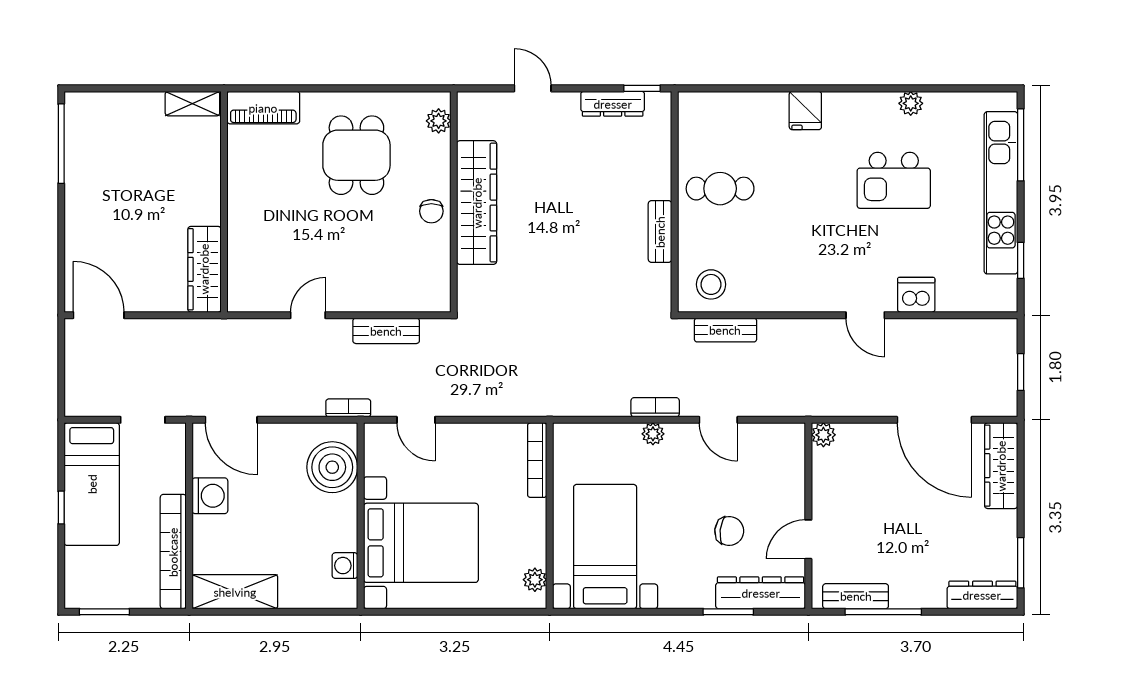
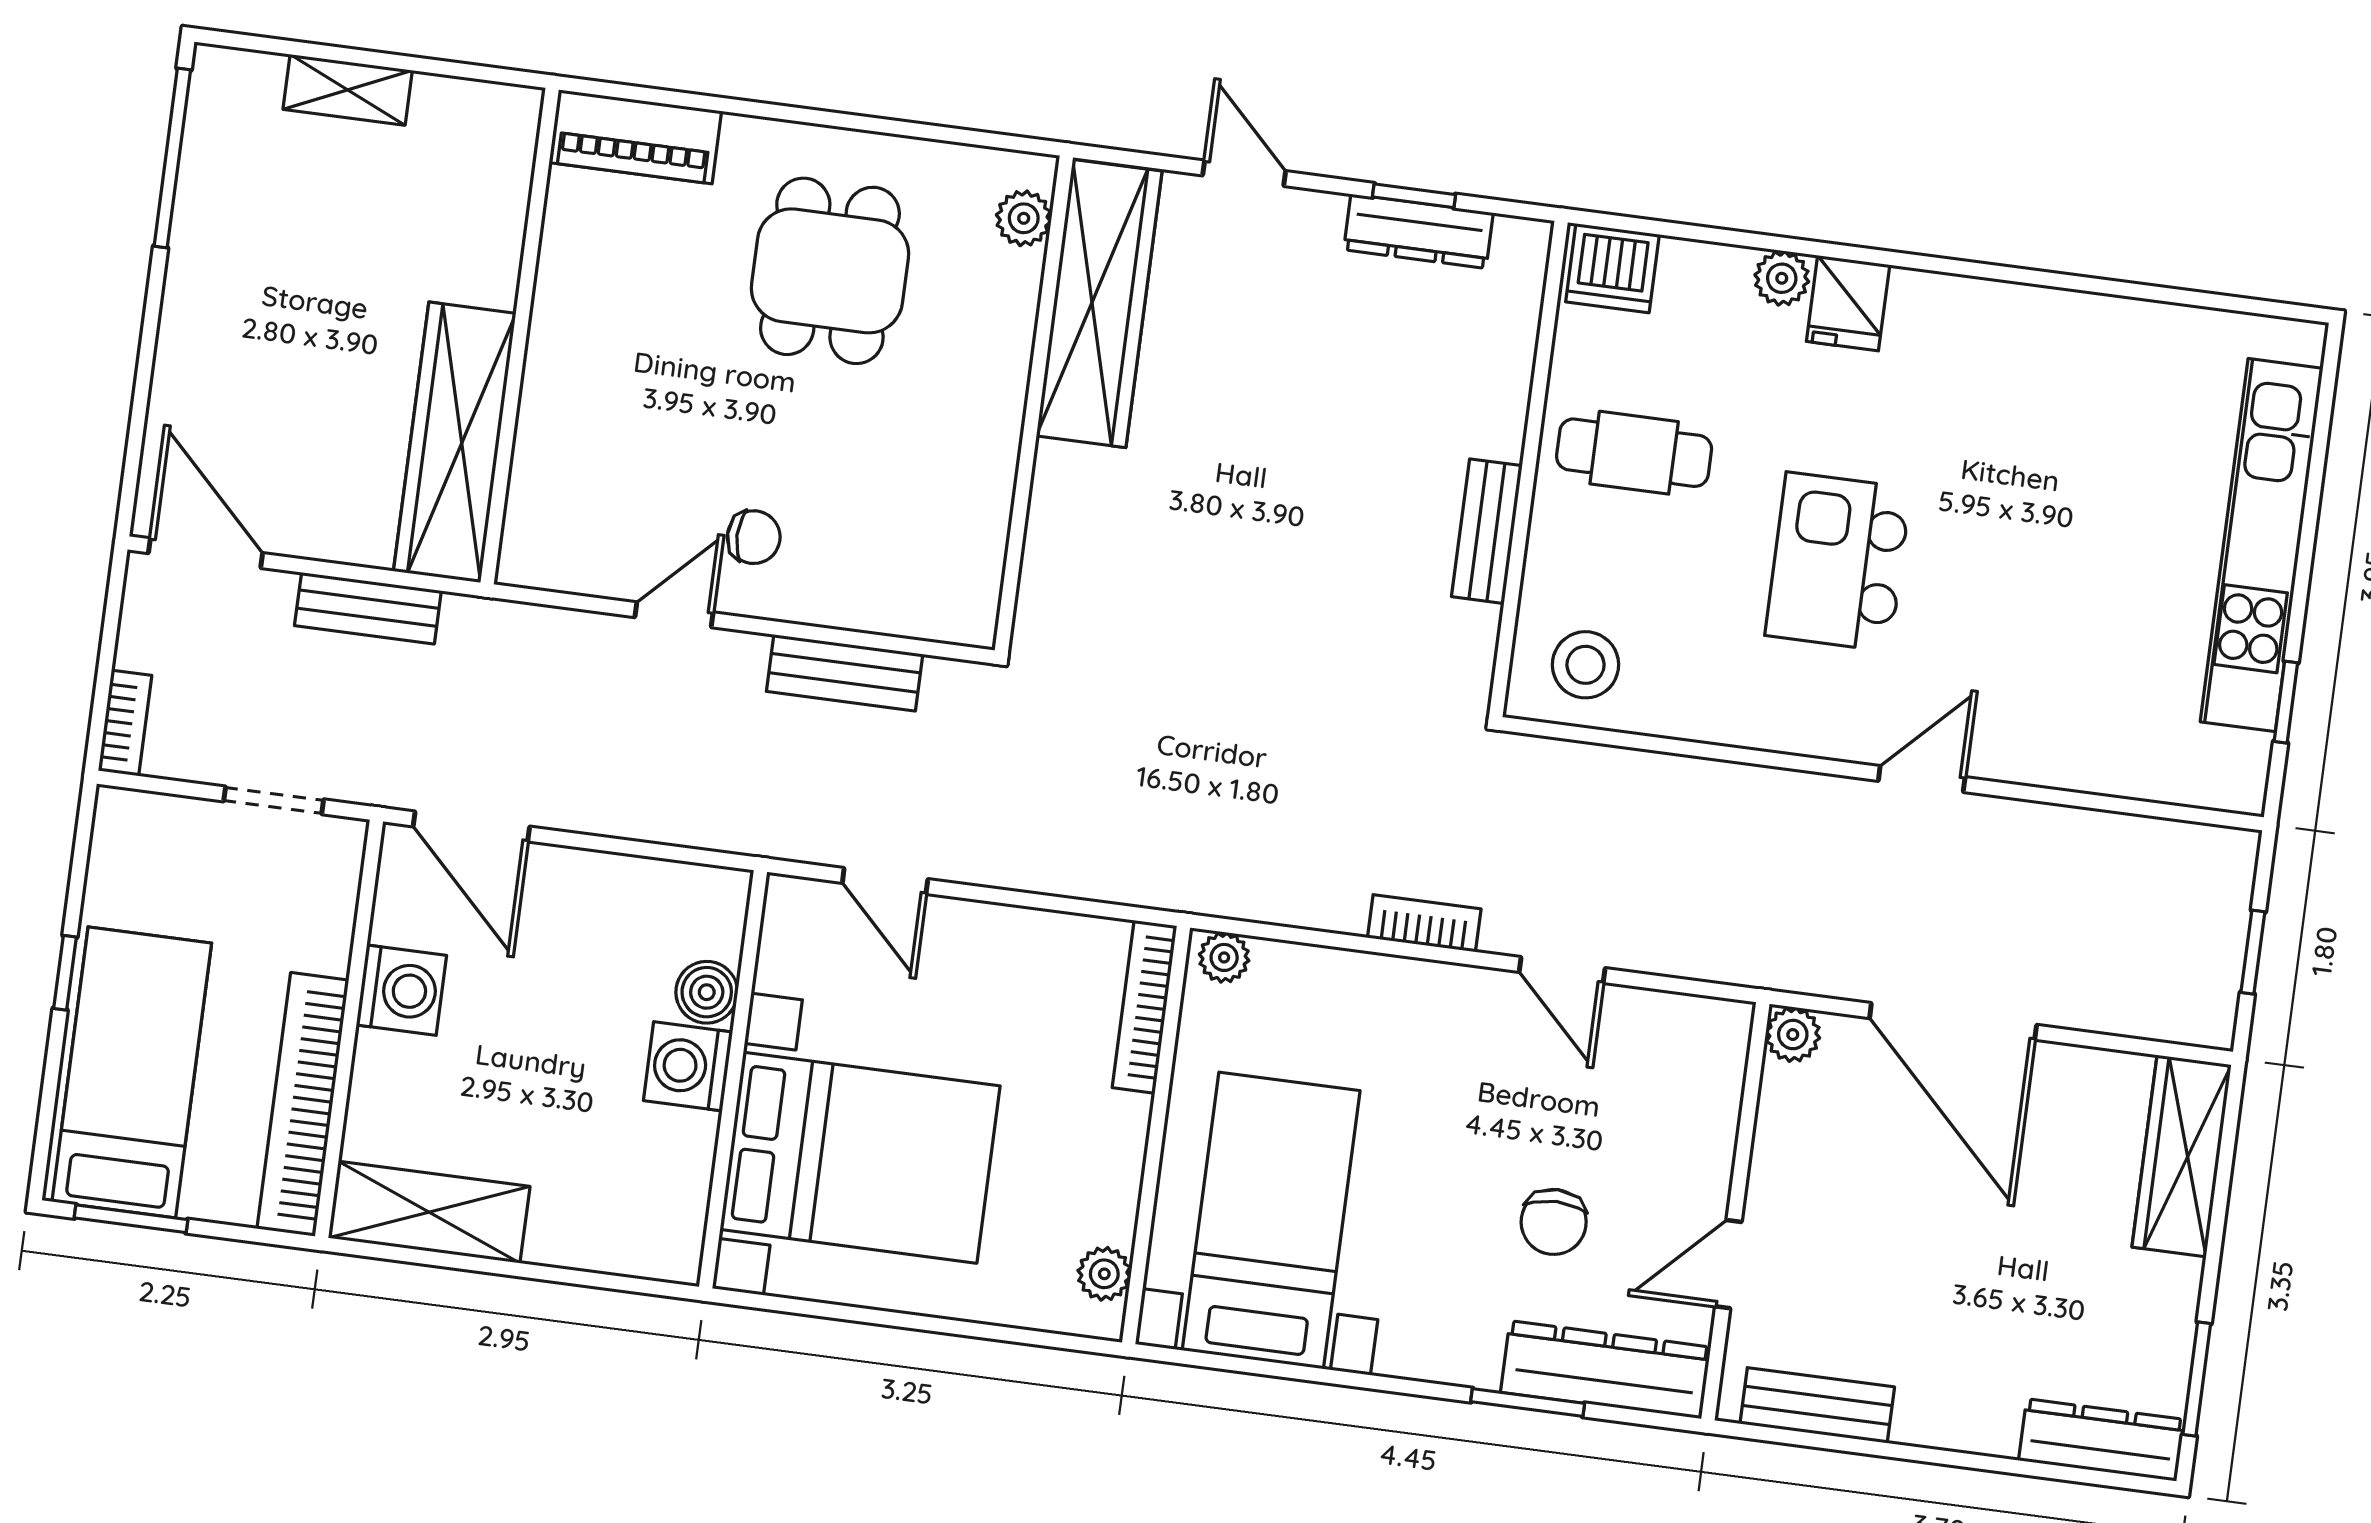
window: (642, 88) -> (1414, 196), moved
plant: (911, 103) -> (1782, 278), moved
shelving: (192, 104) -> (348, 90), moved
window: (1021, 145) -> (2320, 443), removed
kitchen island: (894, 180) -> (1838, 562), moved, turned 90
wardrobe: (477, 203) -> (1099, 303), moved
chair: (431, 211) -> (754, 537), moved, turned -90
wardrobe: (204, 269) -> (455, 442), width x1.40, depth x1.17
dishwasher: (916, 295) -> (1612, 268), moved, turned 180
door: (865, 315) -> (1922, 779), swing flipped
bench: (725, 330) -> (368, 608), moved
bookcase: (348, 408) -> (125, 723), moved, turned 90
door: (934, 420) -> (1953, 1021), moved
plant: (653, 434) -> (1224, 957), moved
boiler: (332, 467) -> (707, 992), width x0.54, depth x0.54
bed: (92, 484) -> (132, 1072), moved, turned 180
chair: (729, 531) -> (1554, 1222), turned 84
washing machine: (345, 566) -> (688, 1066), moved, width x1.38, depth x1.38
window: (883, 612) -> (1875, 1448), removed

